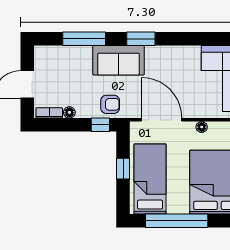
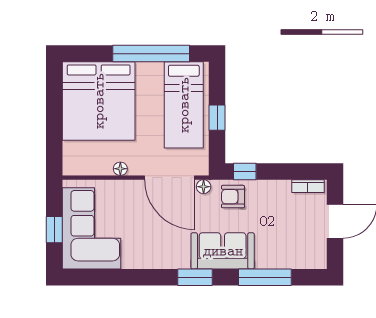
floor lamp: (69, 112) -> (204, 187), moved

